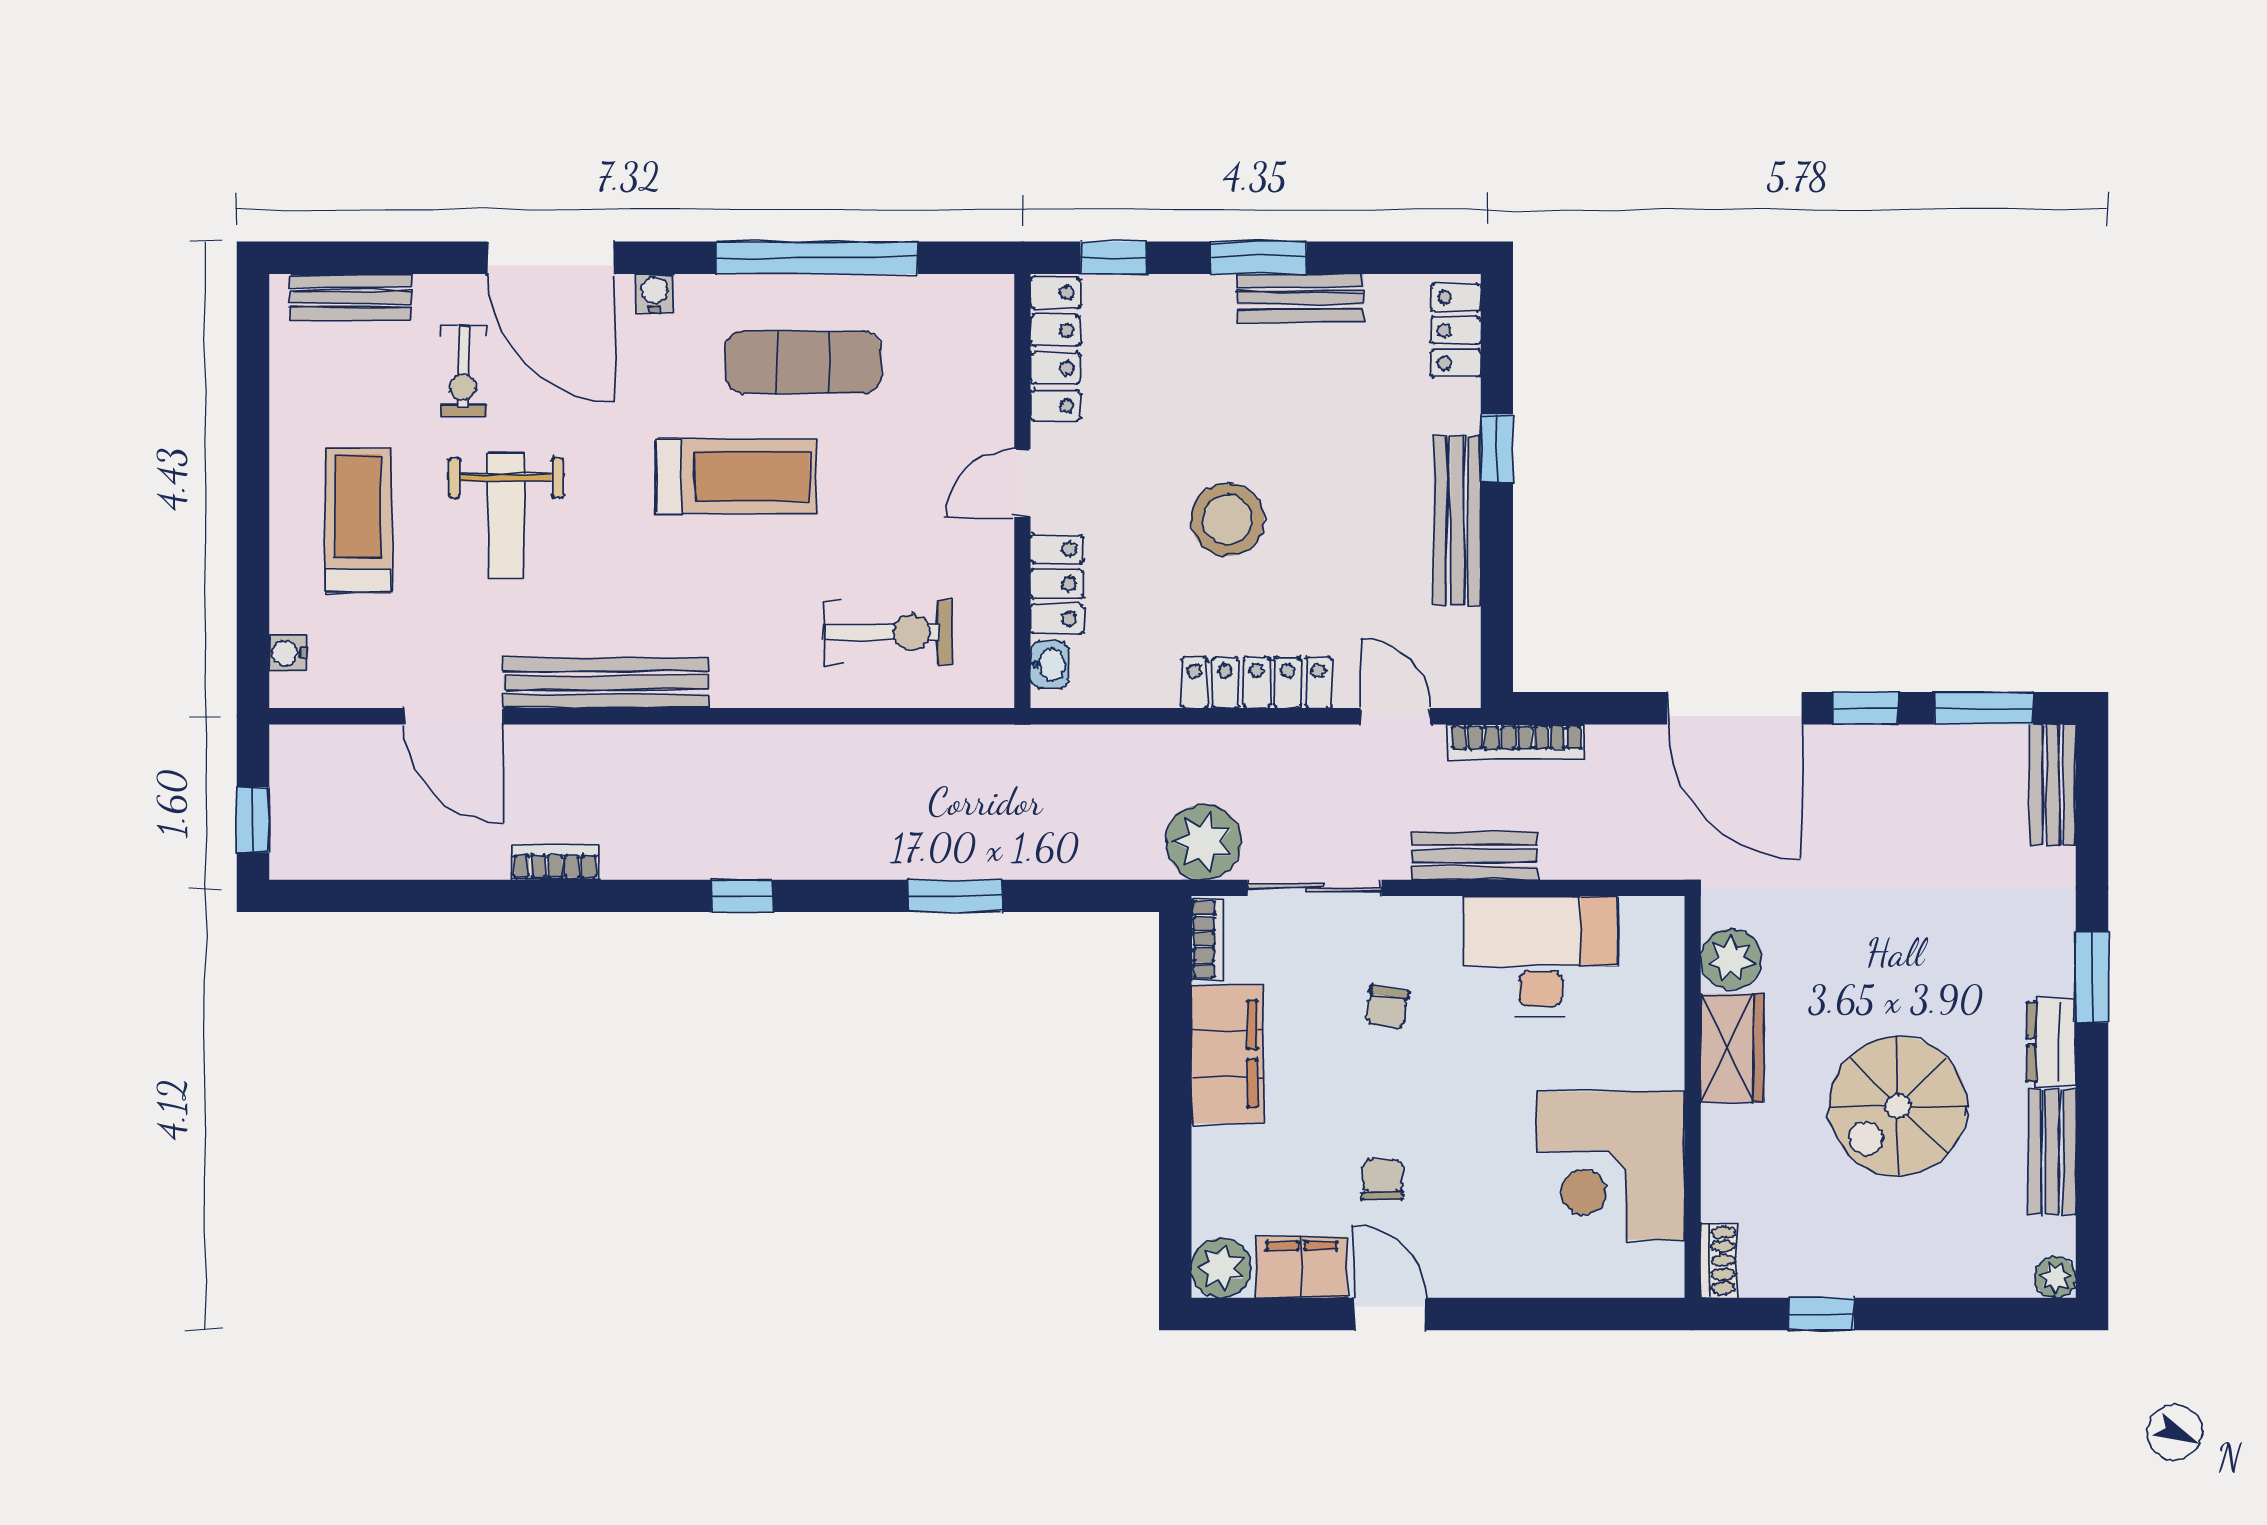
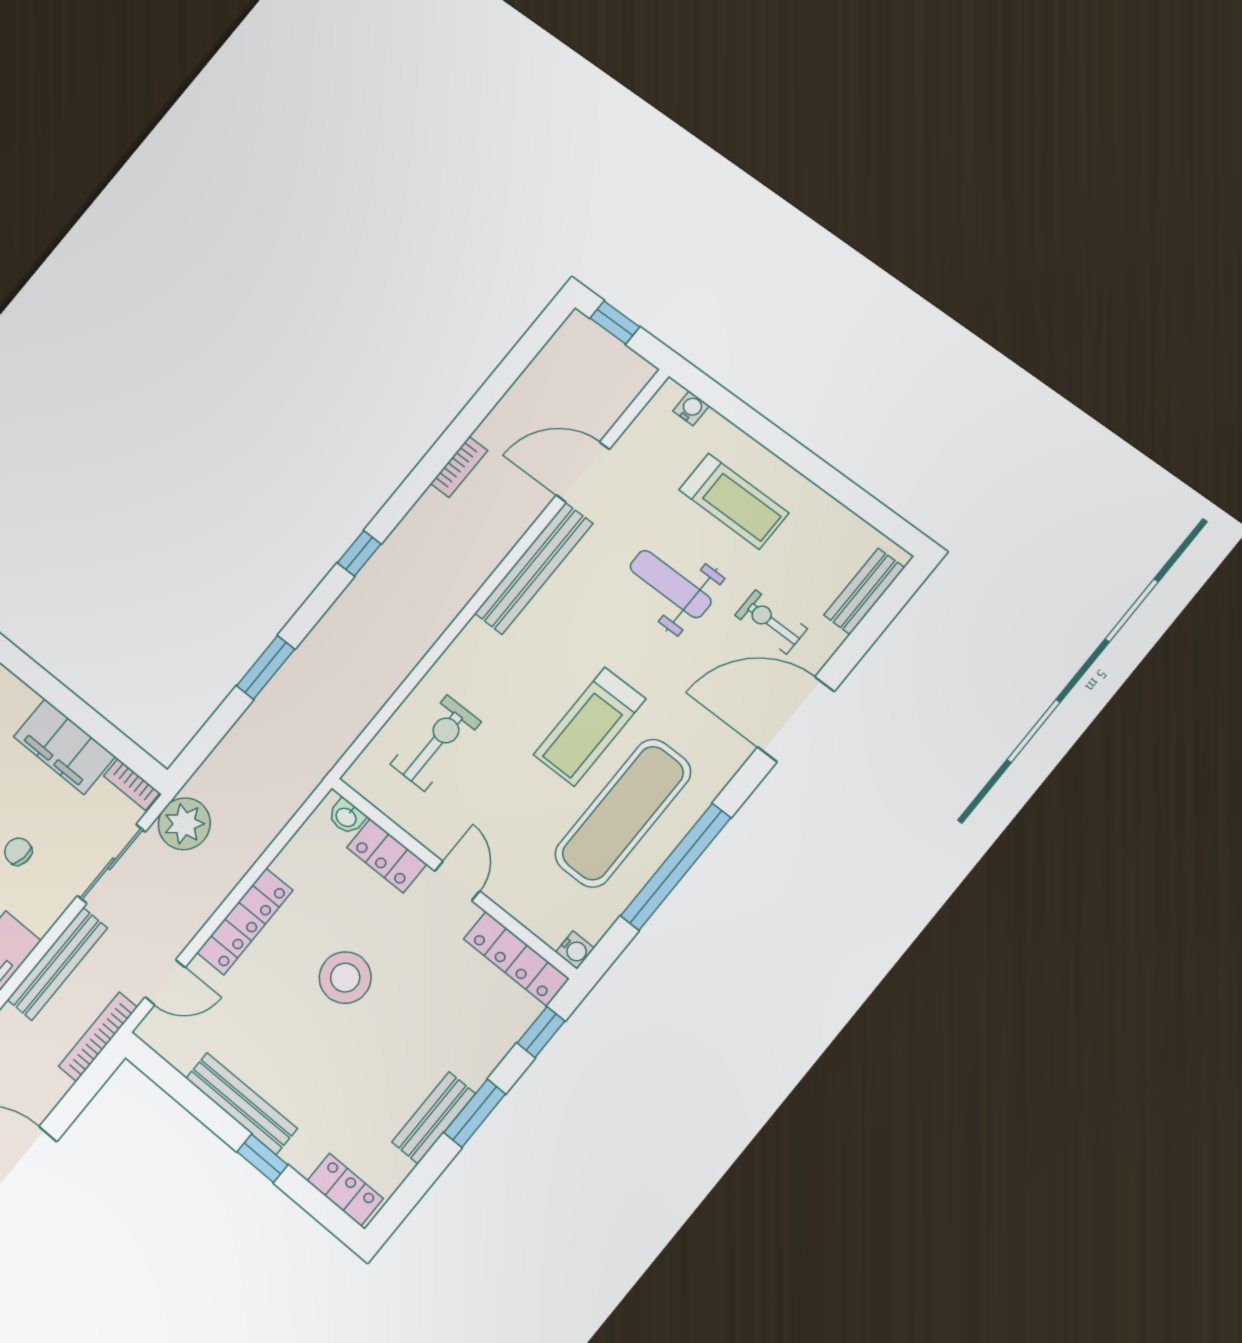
water cooler: (654, 293) -> (575, 950), moved
exercise mat: (803, 362) -> (623, 813), width x1.36, depth x1.45
exercise bike: (889, 632) -> (436, 743), turned 180
bench: (1474, 856) -> (57, 964), width x1.36

